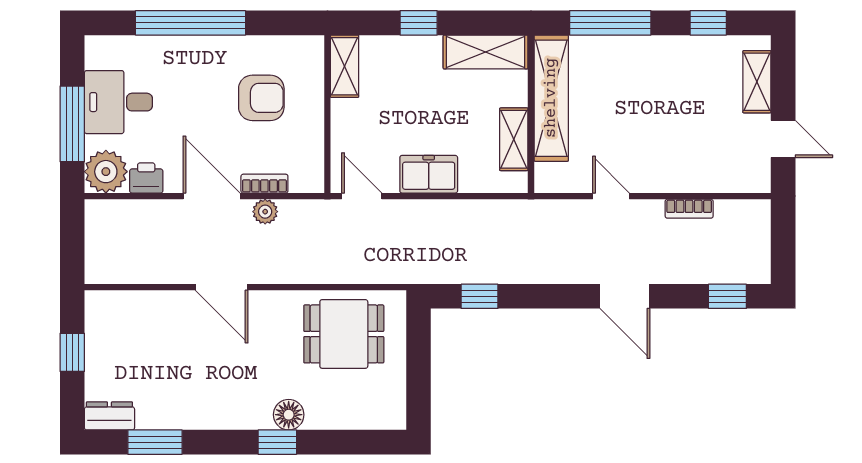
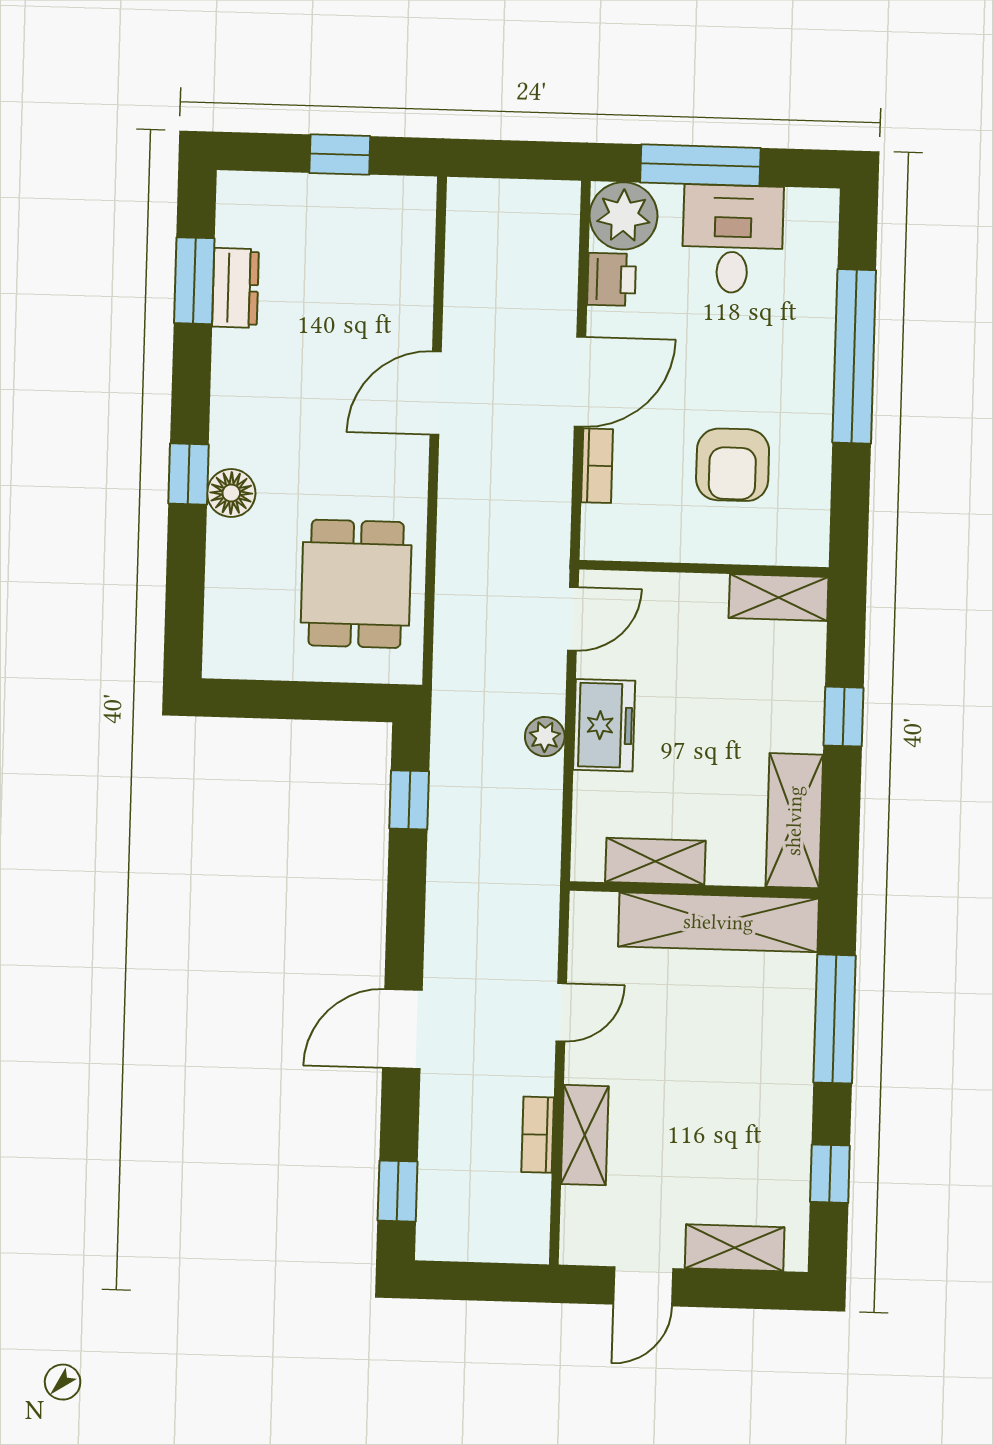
shelving: (688, 179) -> (585, 1135), added
plant: (265, 212) -> (545, 737), moved
dresser: (109, 416) -> (235, 288), moved

